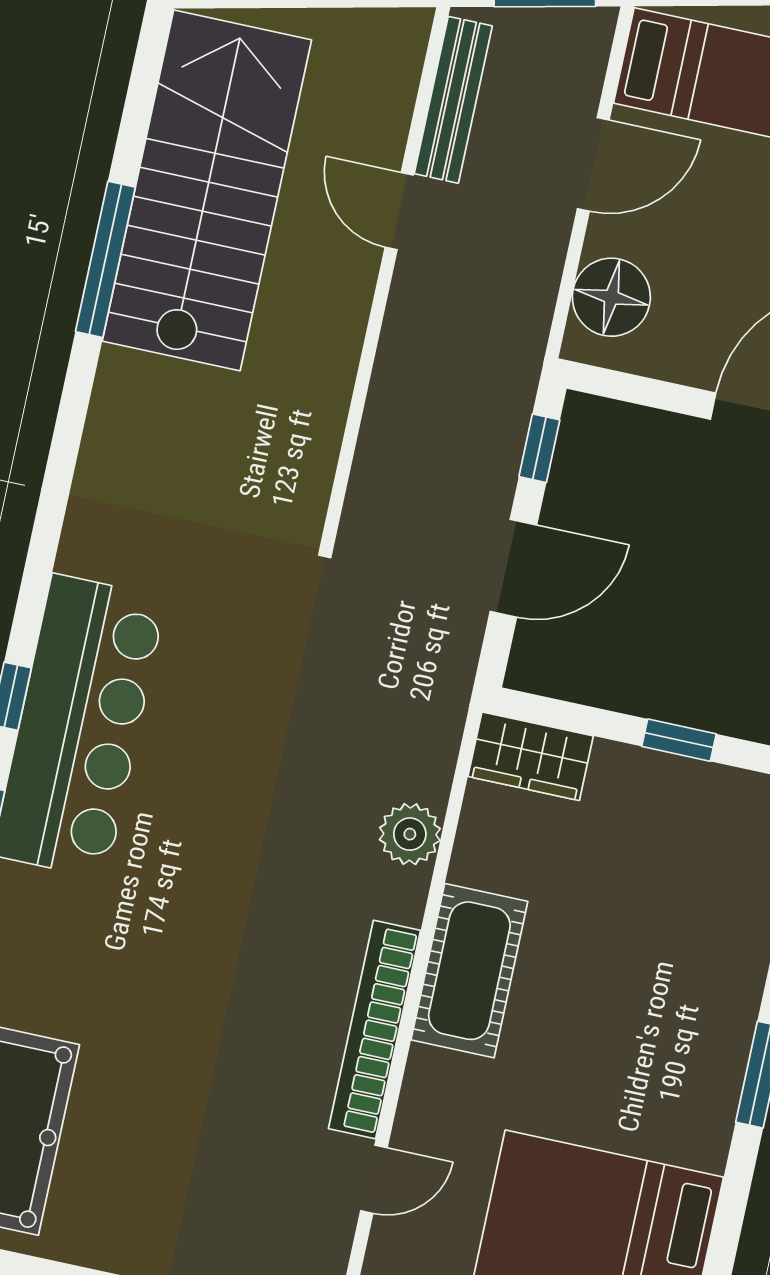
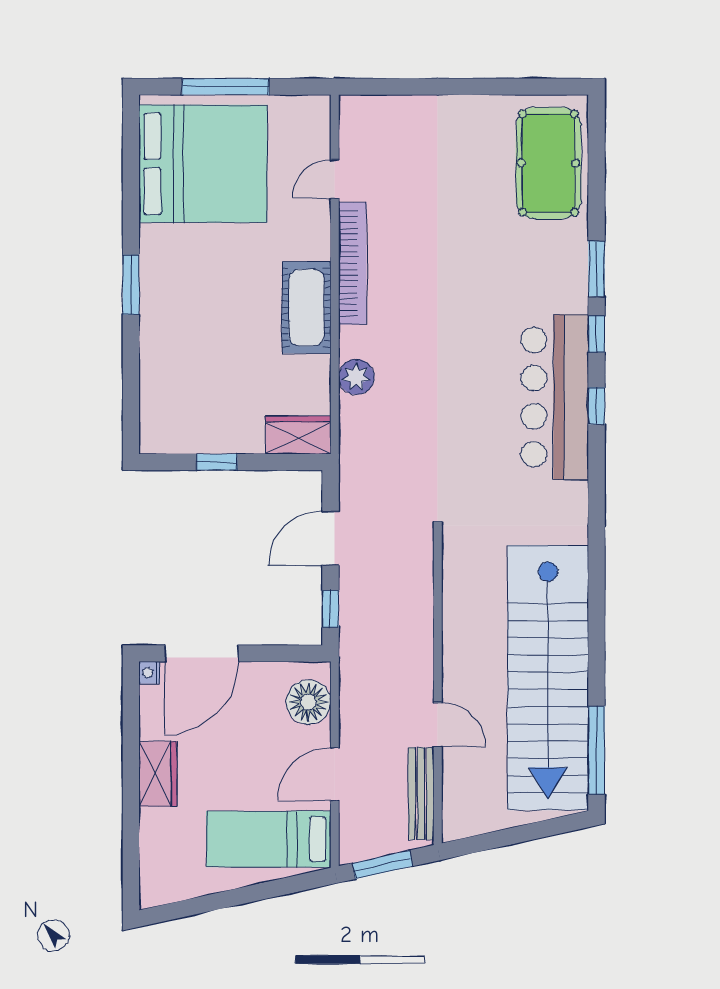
stairs: (207, 190) -> (548, 678), width x1.36
window: (105, 259) -> (596, 750), moved

